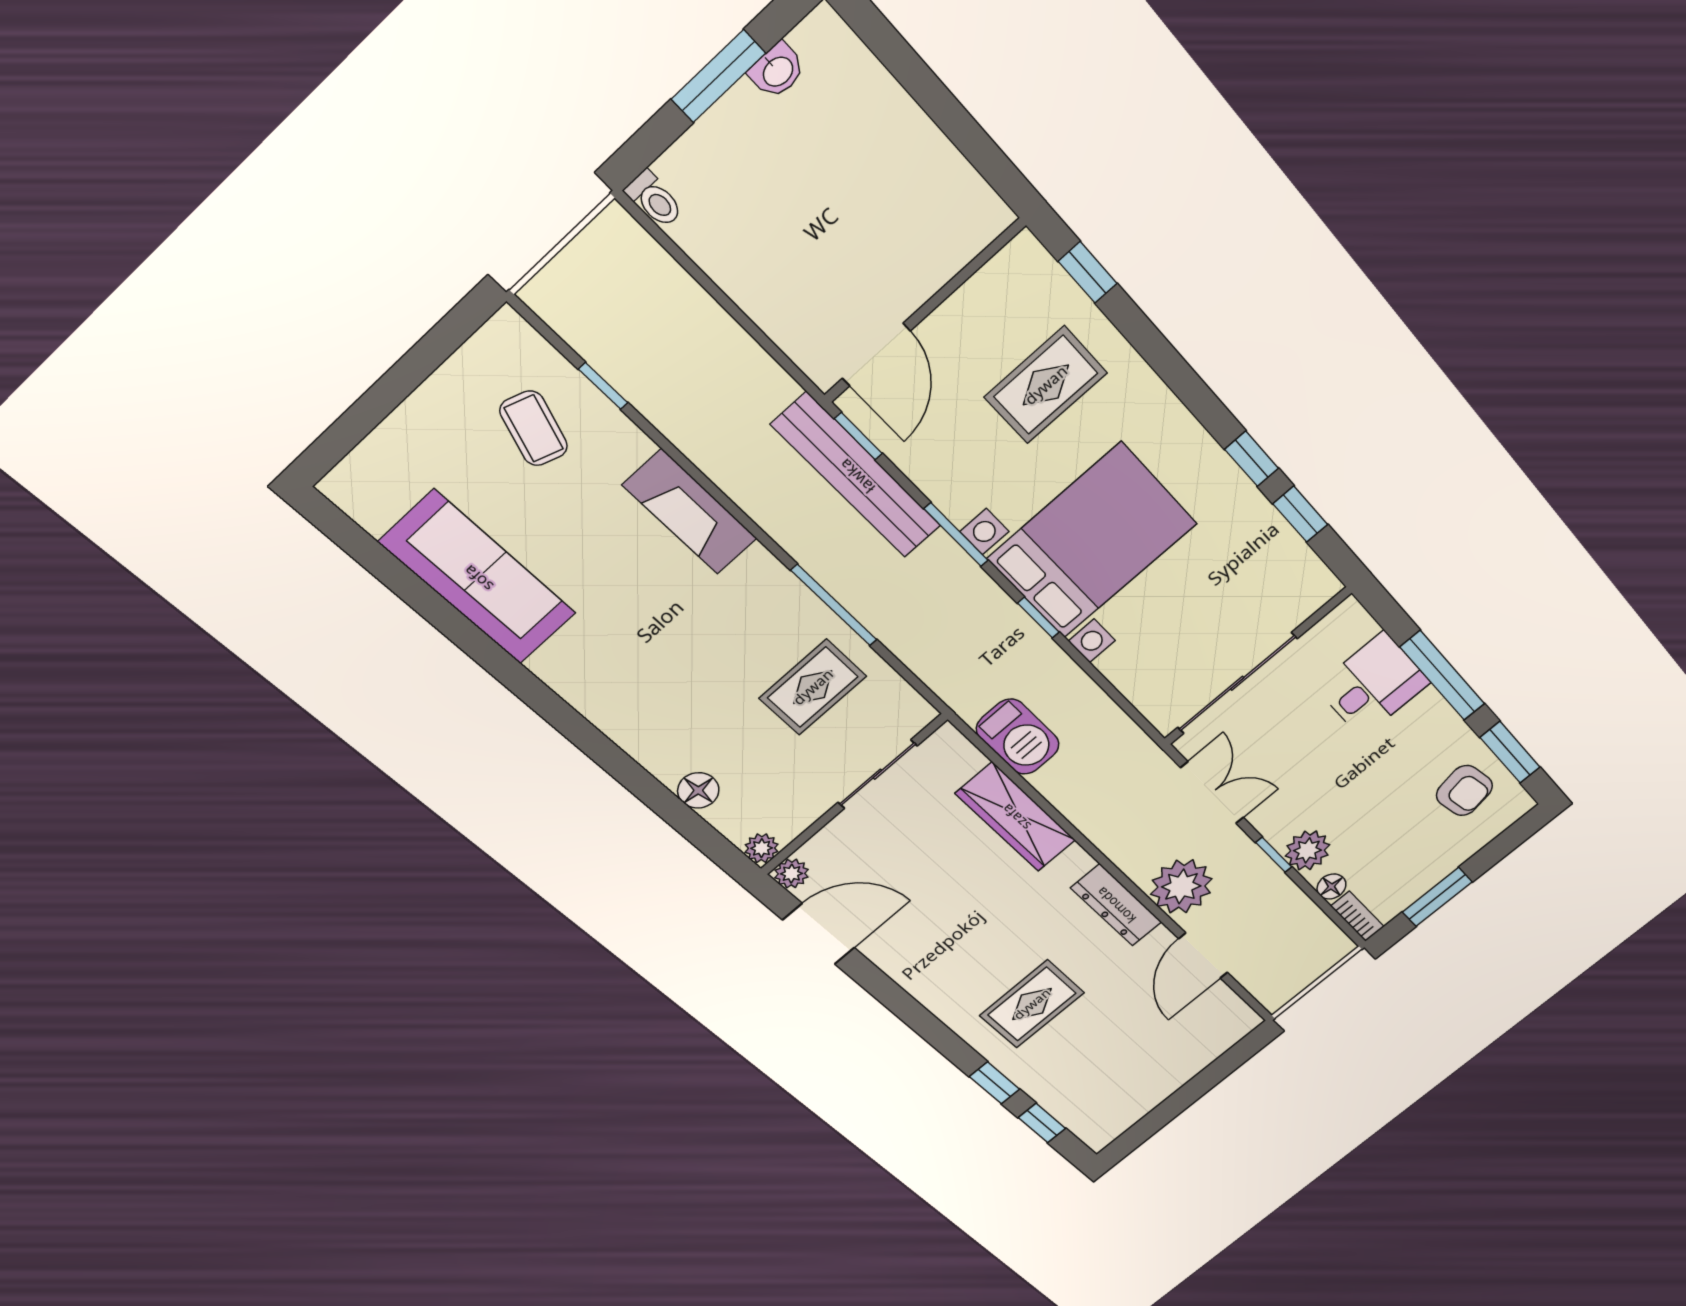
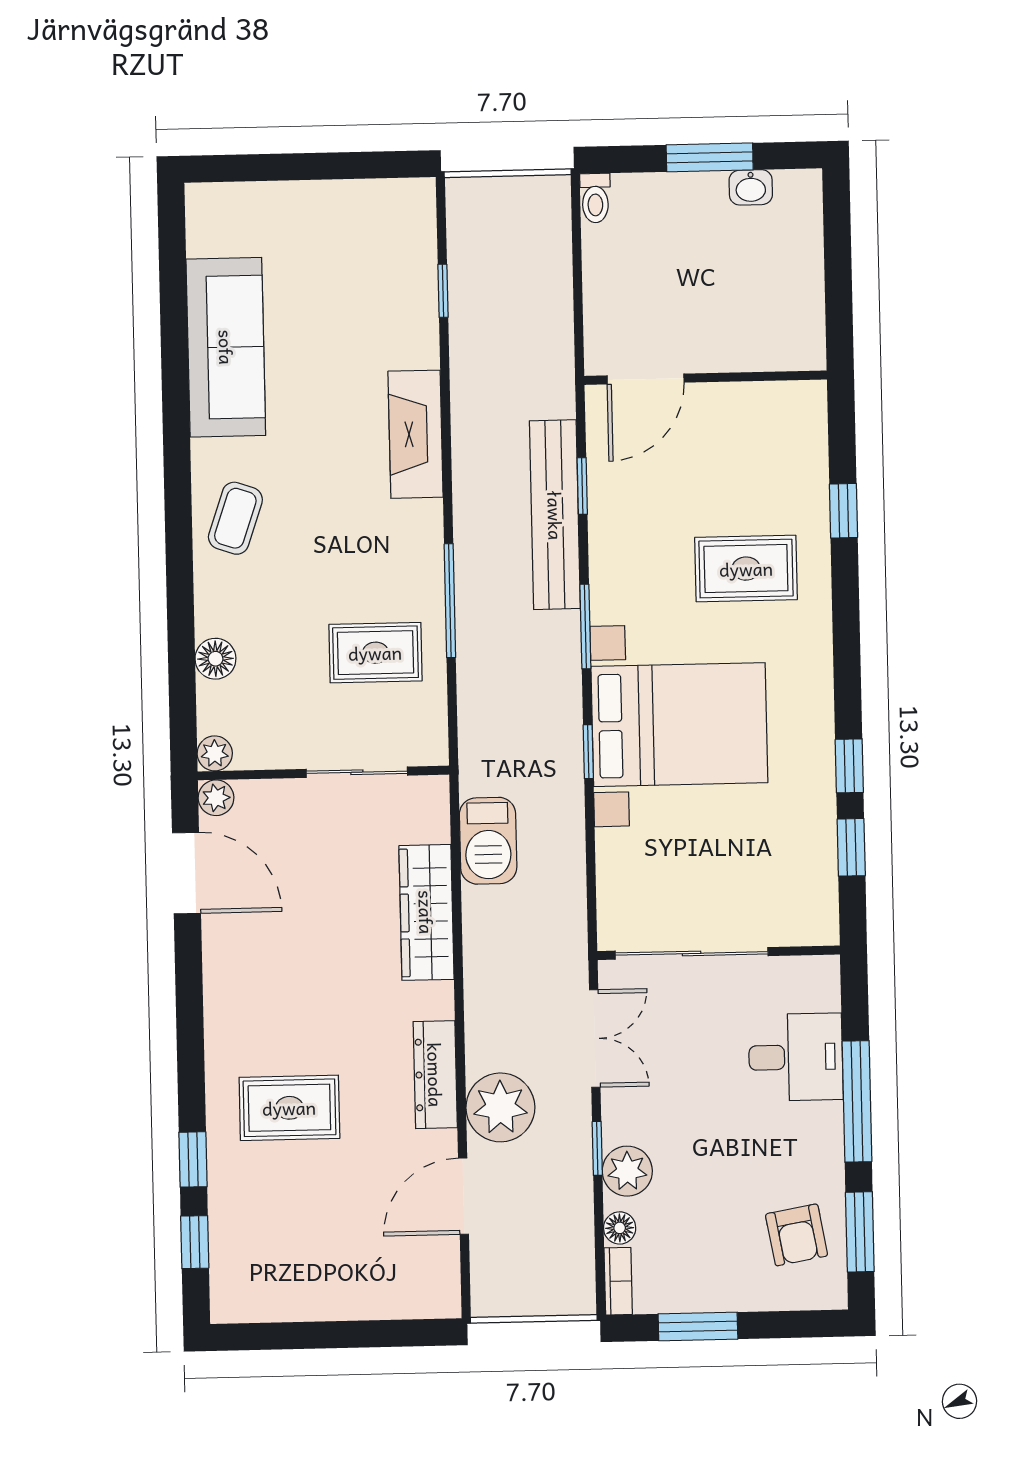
wall: (924, 311) -> (706, 378), moved
door: (876, 355) -> (646, 379), moved
coffee table: (534, 428) -> (235, 518), moved

